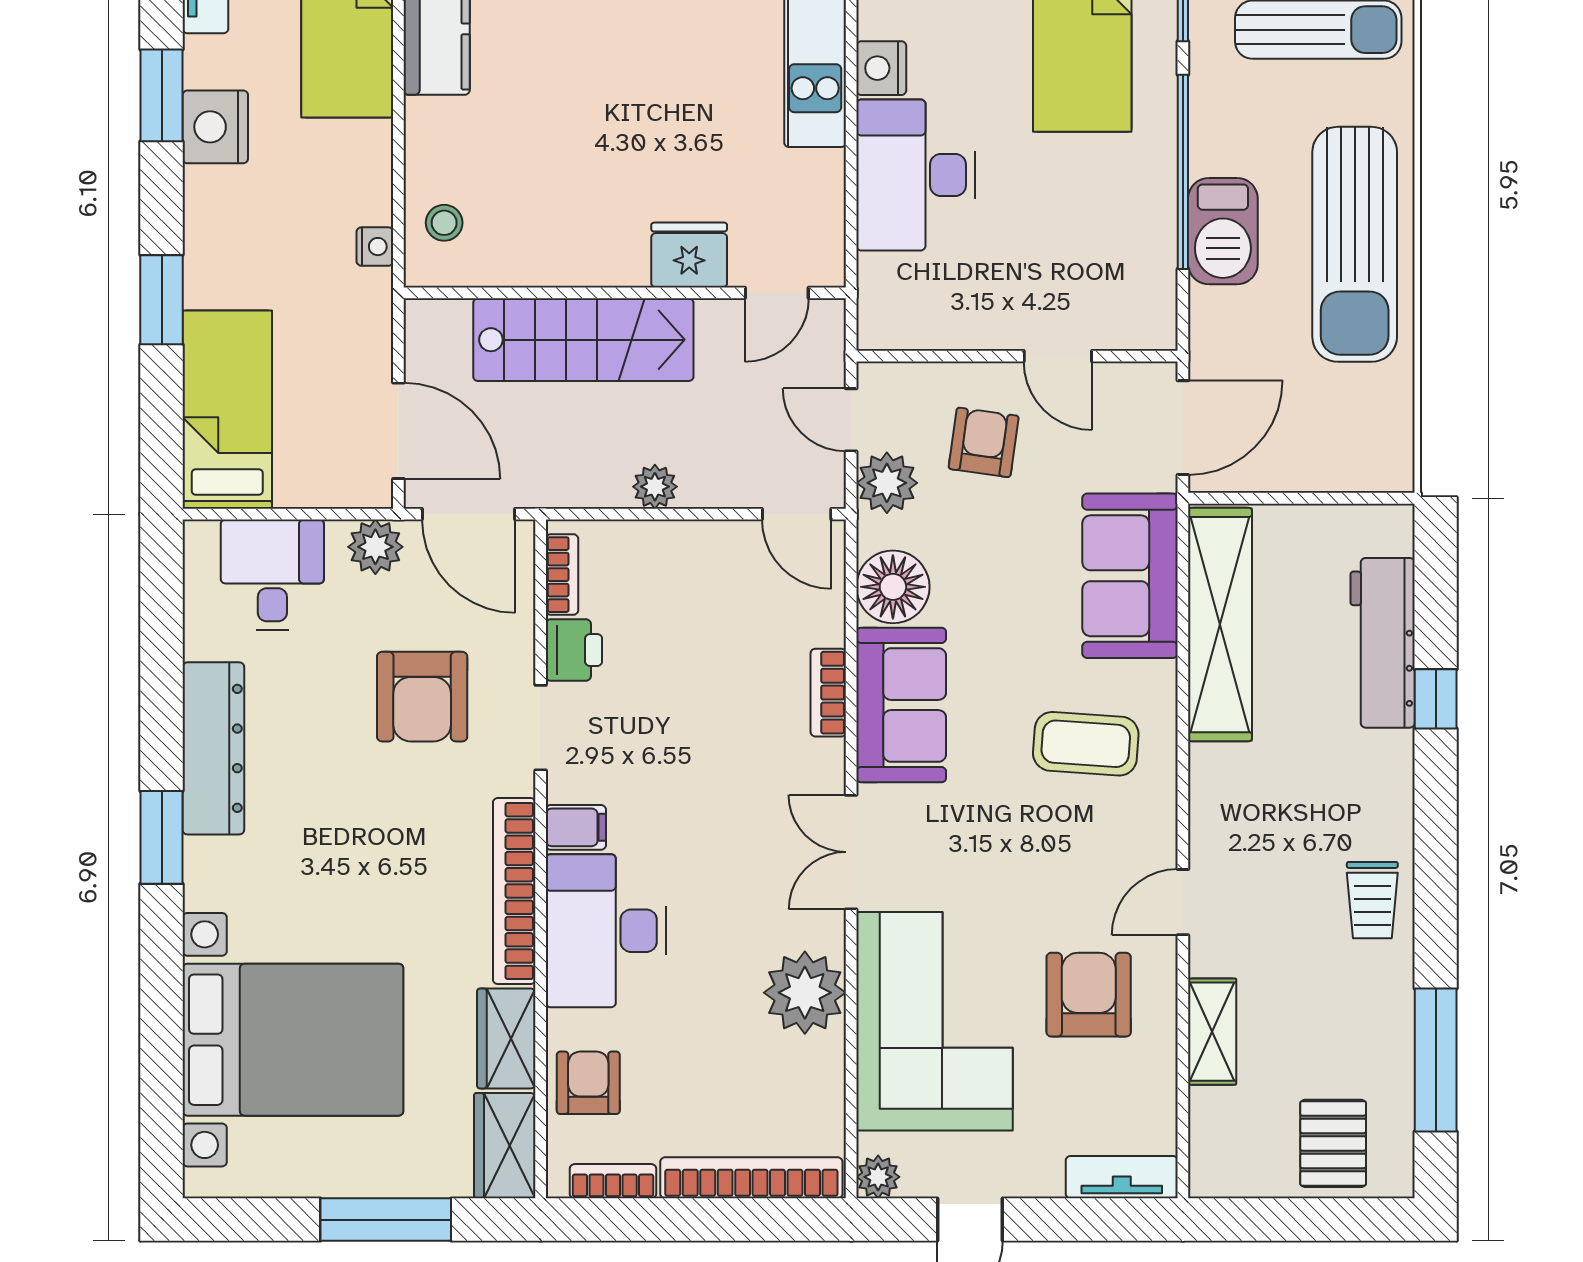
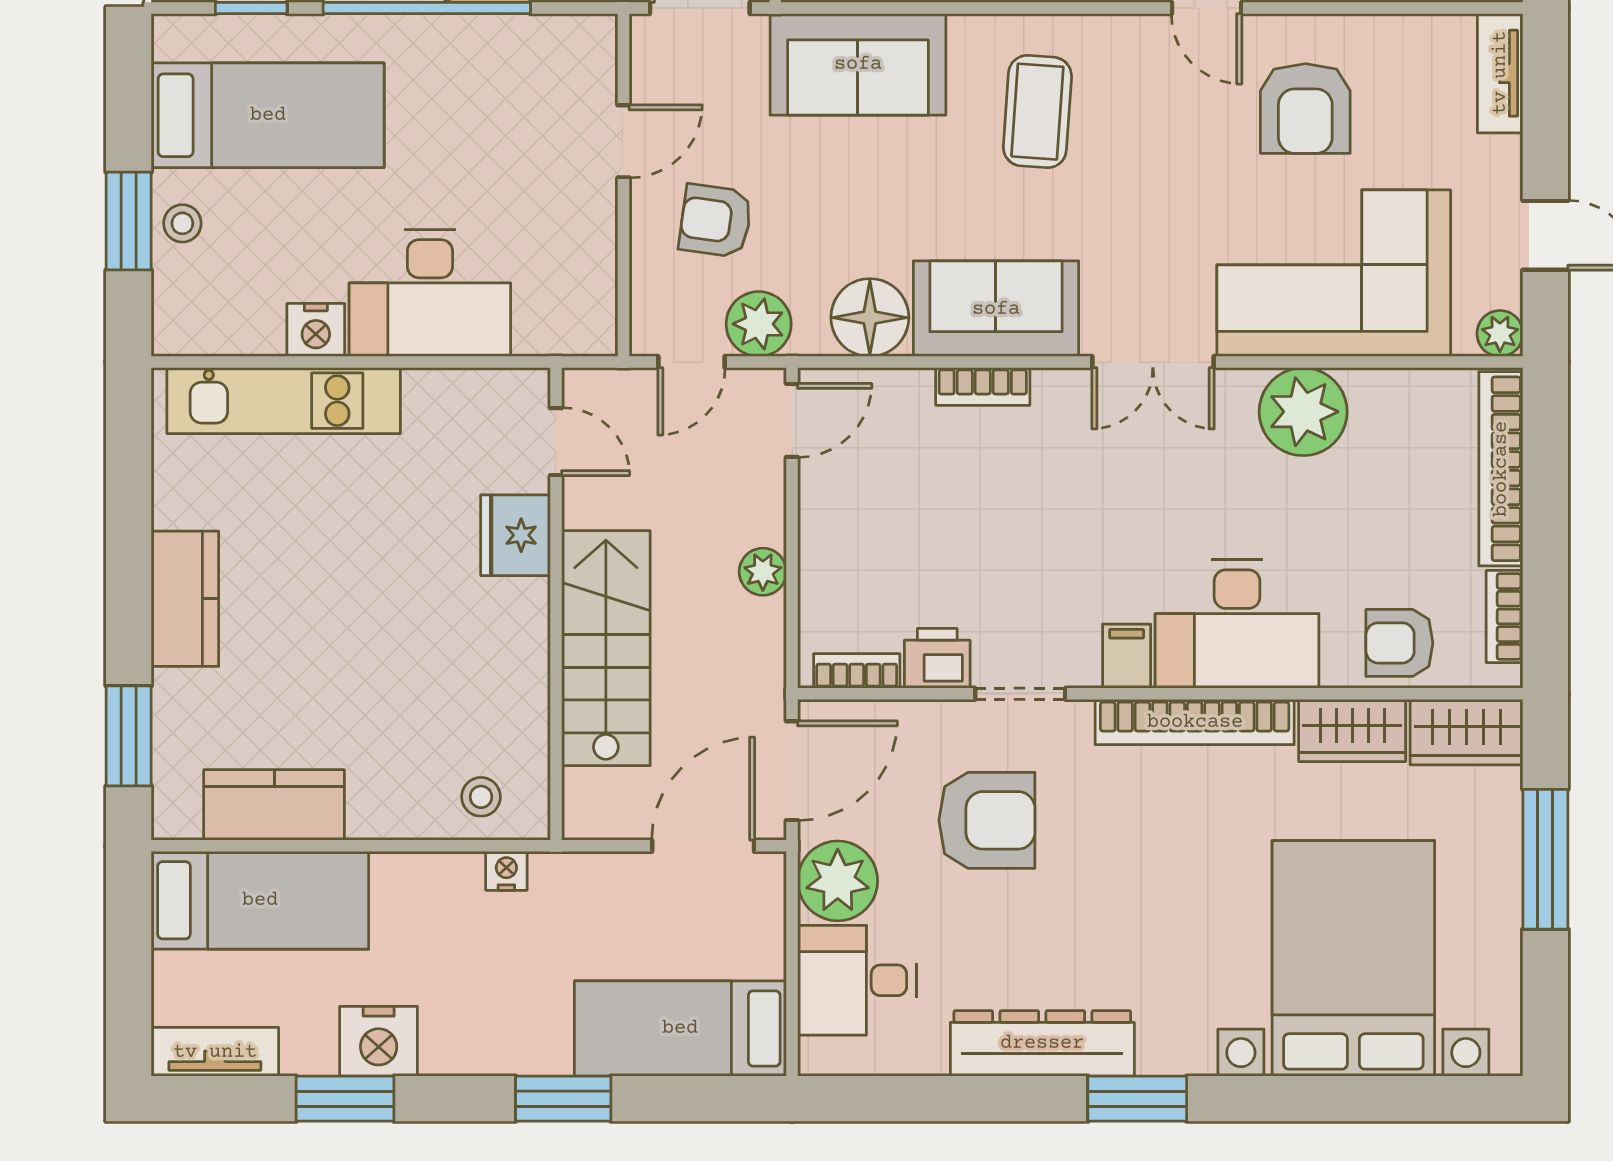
plant: (375, 547) -> (838, 881), width x1.36, depth x1.36
armchair: (1089, 995) -> (1305, 109), turned -90

